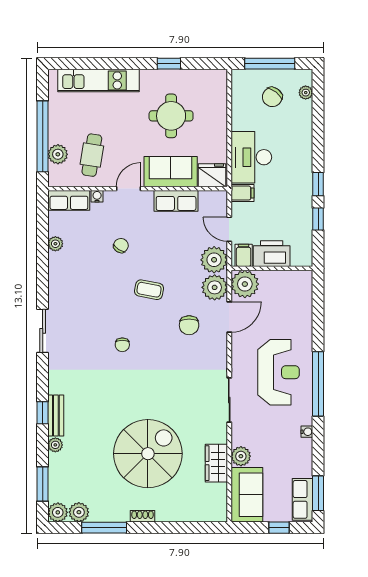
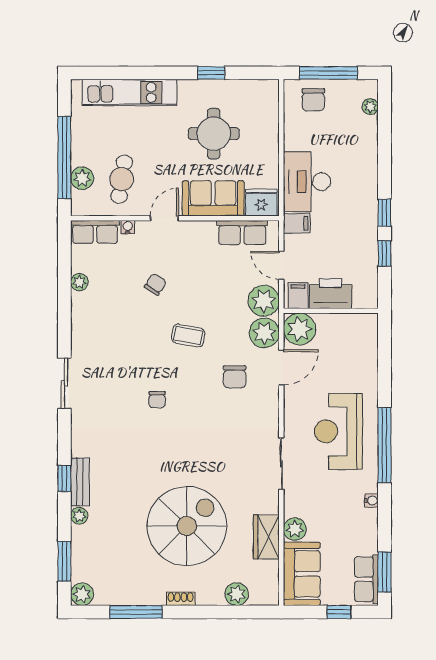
chair: (272, 97) -> (313, 100), moved, turned -38
row of seats: (176, 201) -> (242, 232), moved
reception desk: (278, 372) -> (338, 431), turned 180
plant: (79, 512) -> (237, 594), moved

